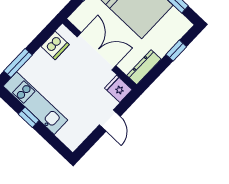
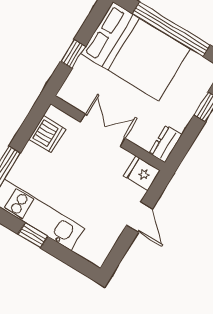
double door: (96, 51) -> (103, 130), width x0.73
dresser: (144, 67) -> (166, 144), width x0.70

